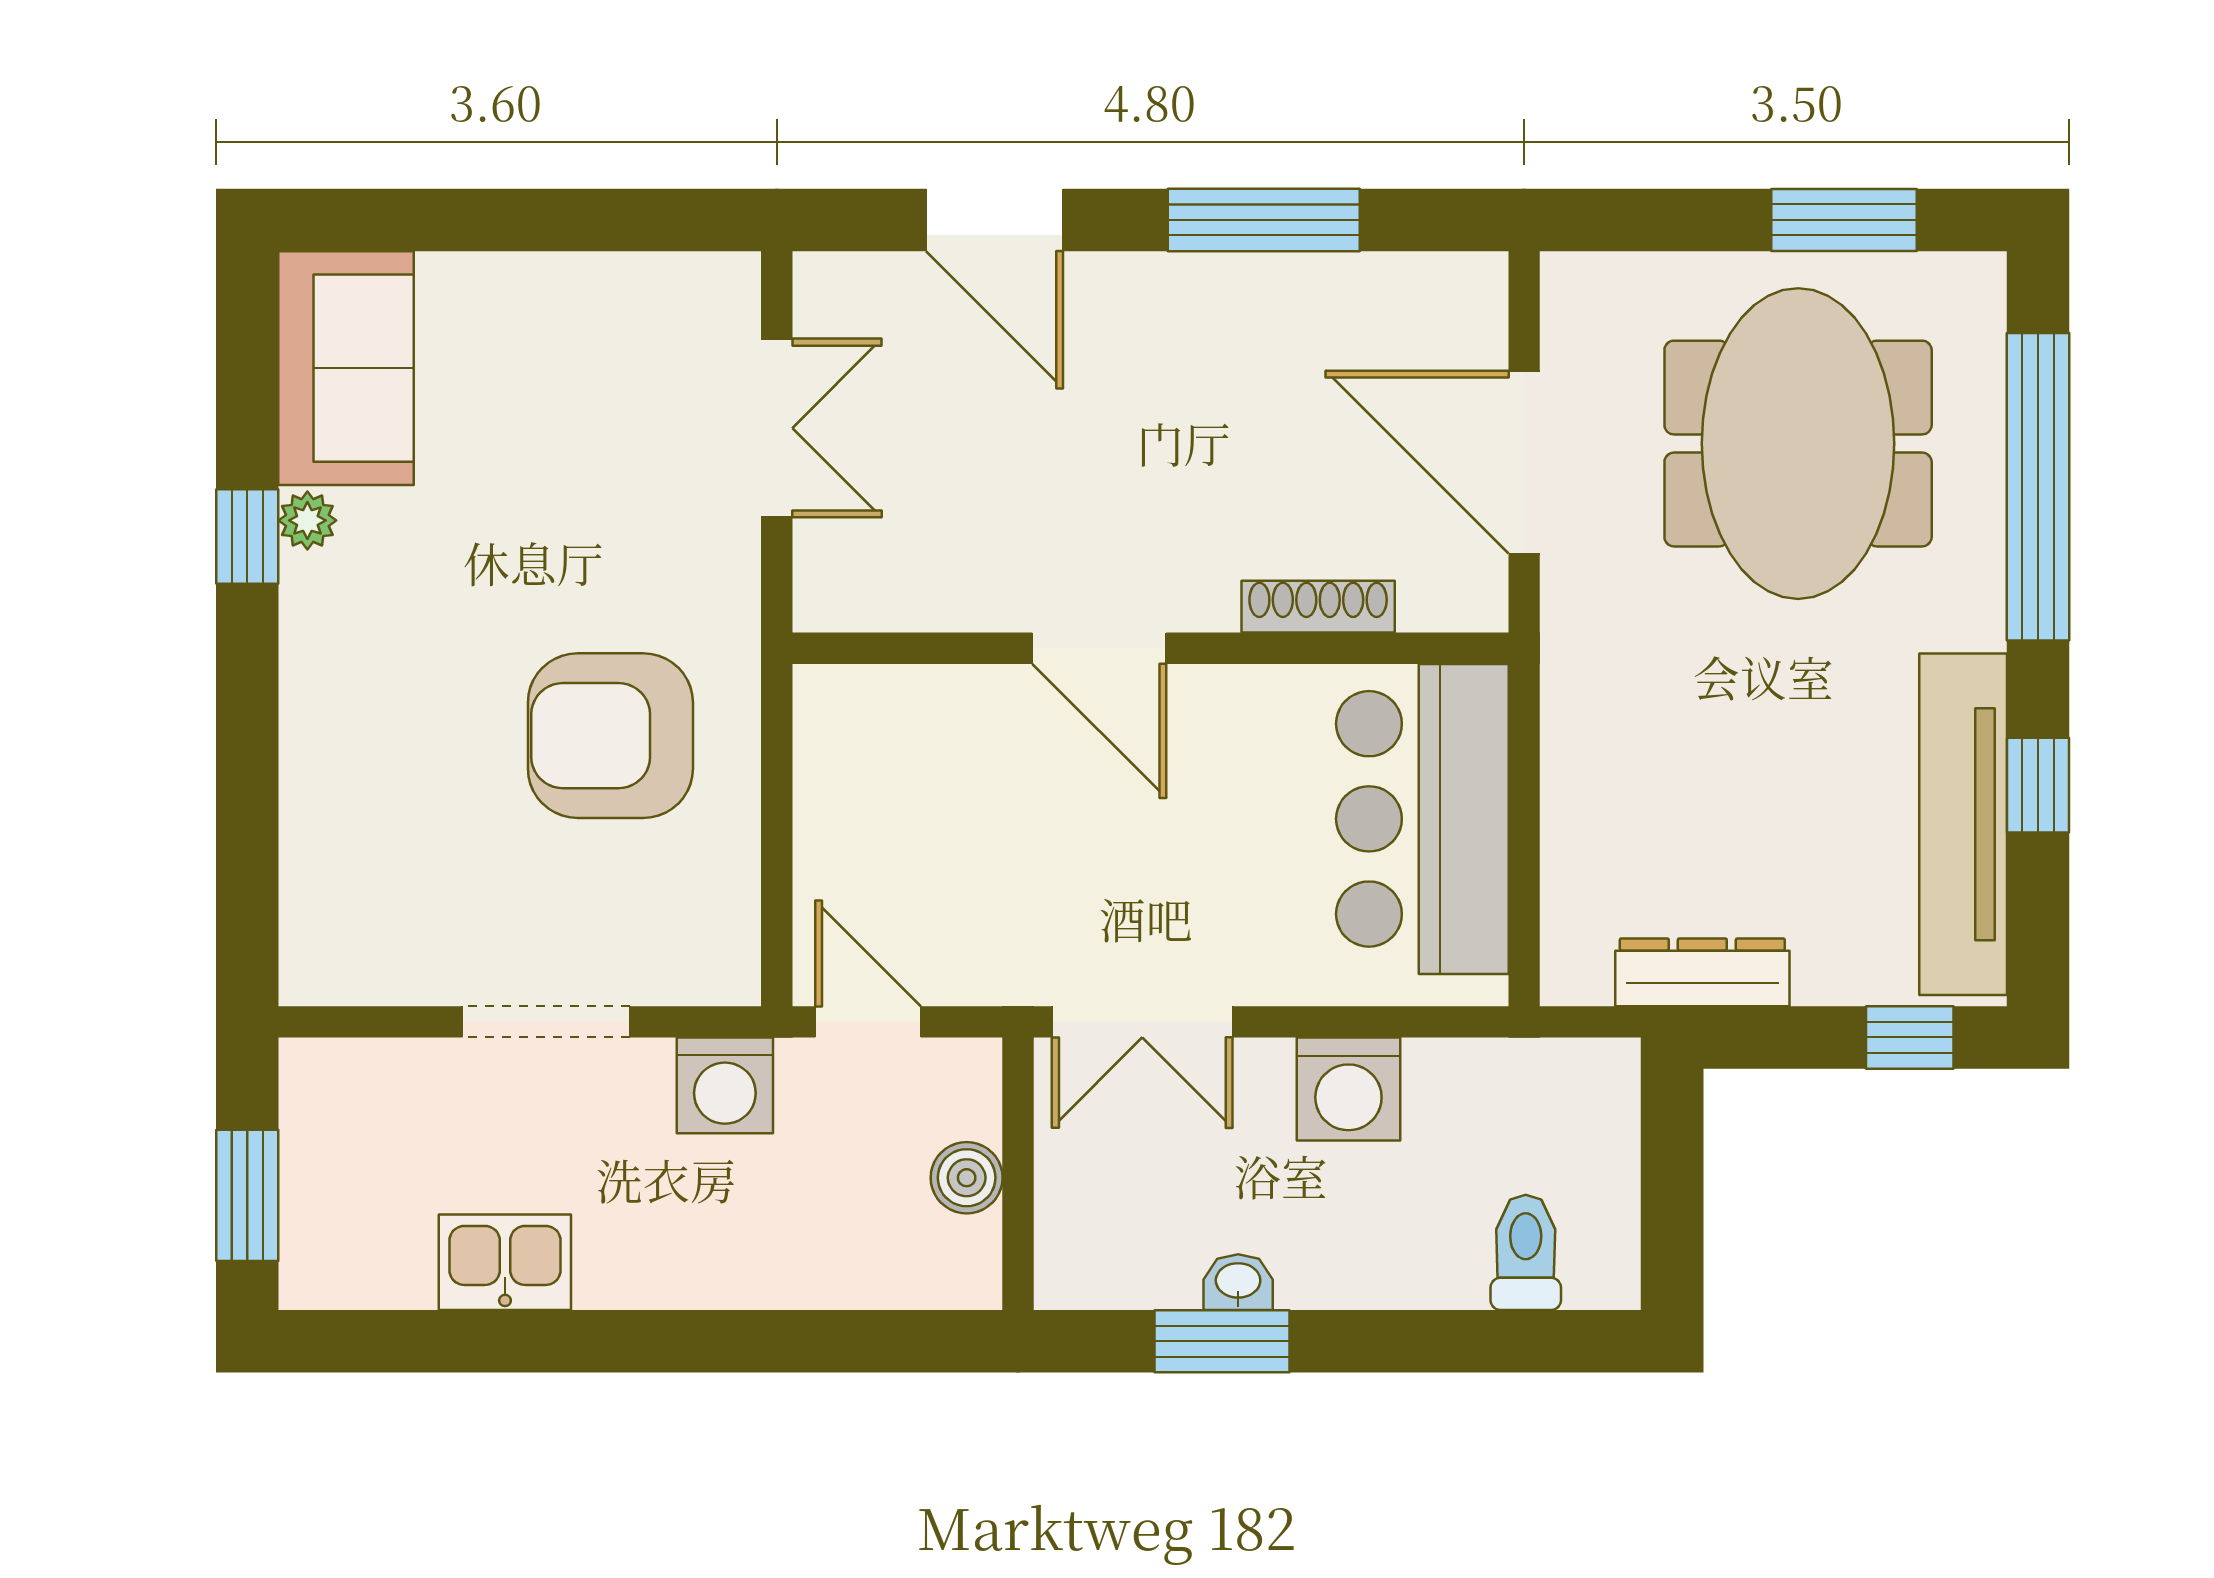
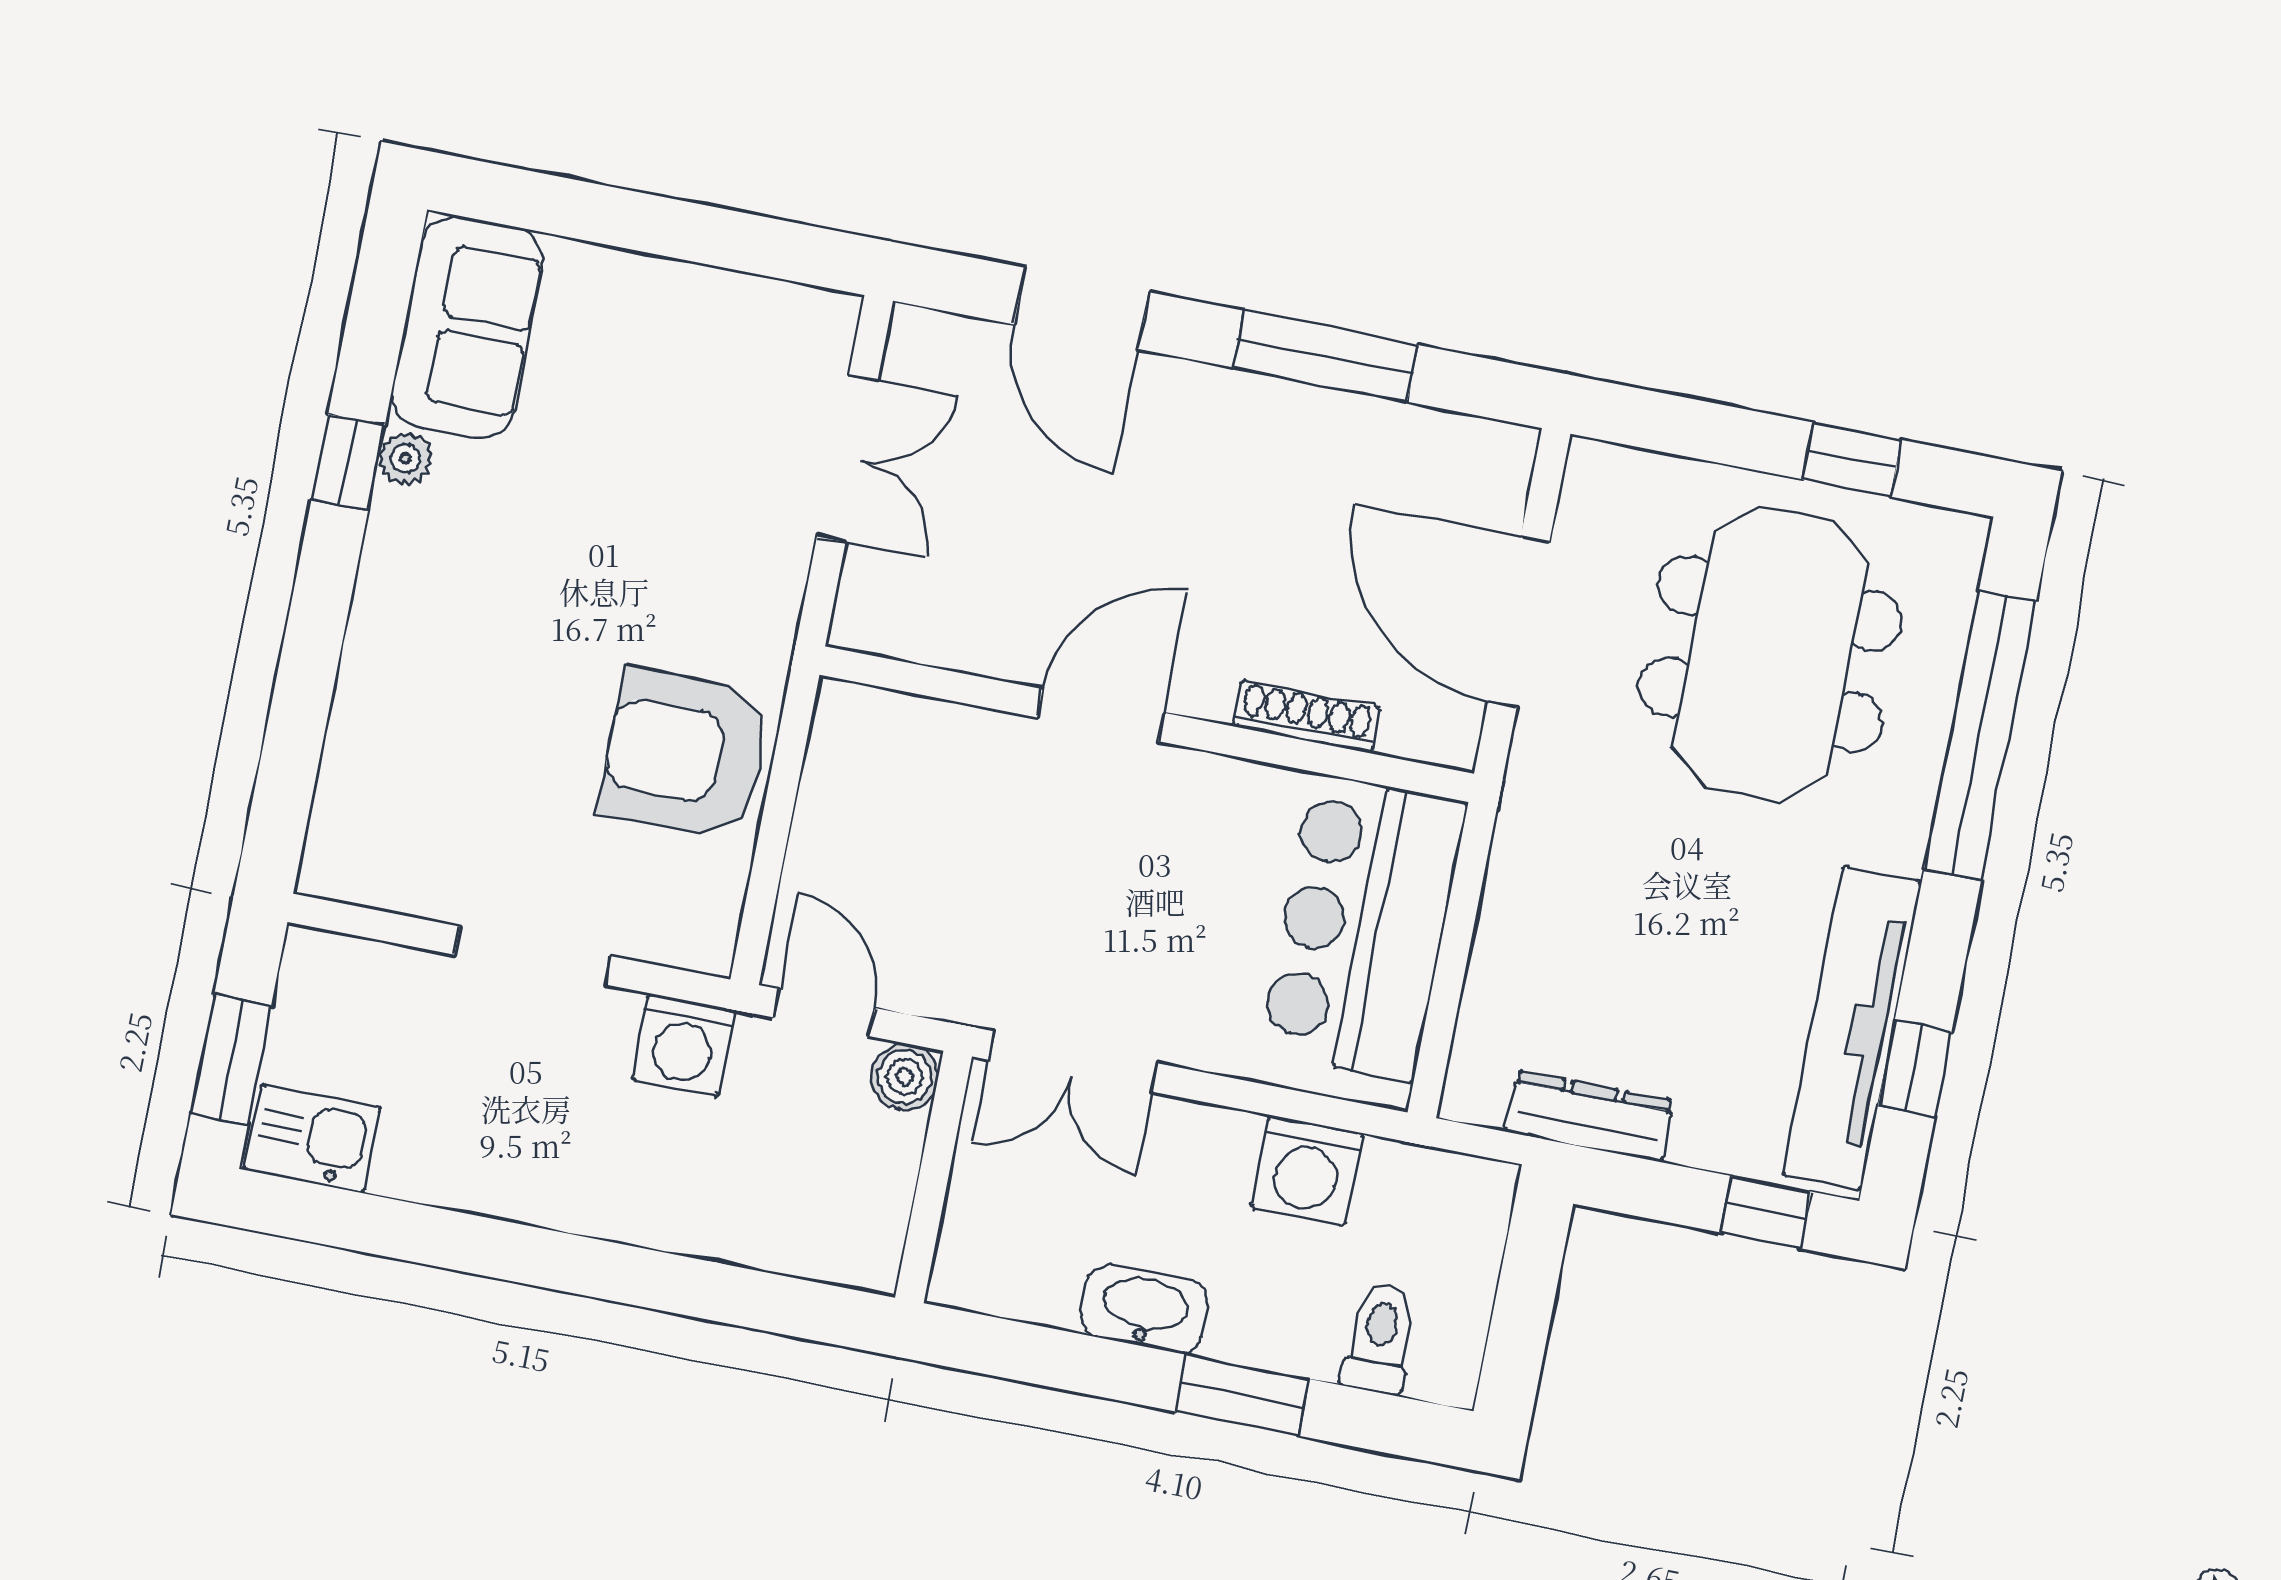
window: (1844, 220) -> (1851, 459), width x0.67
door: (1099, 648) -> (1100, 715), swing flipped
armchair: (610, 736) -> (685, 754), moved
window: (2038, 785) -> (1915, 1068), moved
washing machine: (1348, 1089) -> (1307, 1171), moved
boiler: (967, 1178) -> (905, 1077), moved
kitchen sink: (505, 1262) -> (312, 1138), moved
washbasin: (1238, 1282) -> (1144, 1309), width x1.91, depth x1.45
window: (1222, 1341) -> (1242, 1395), moved

